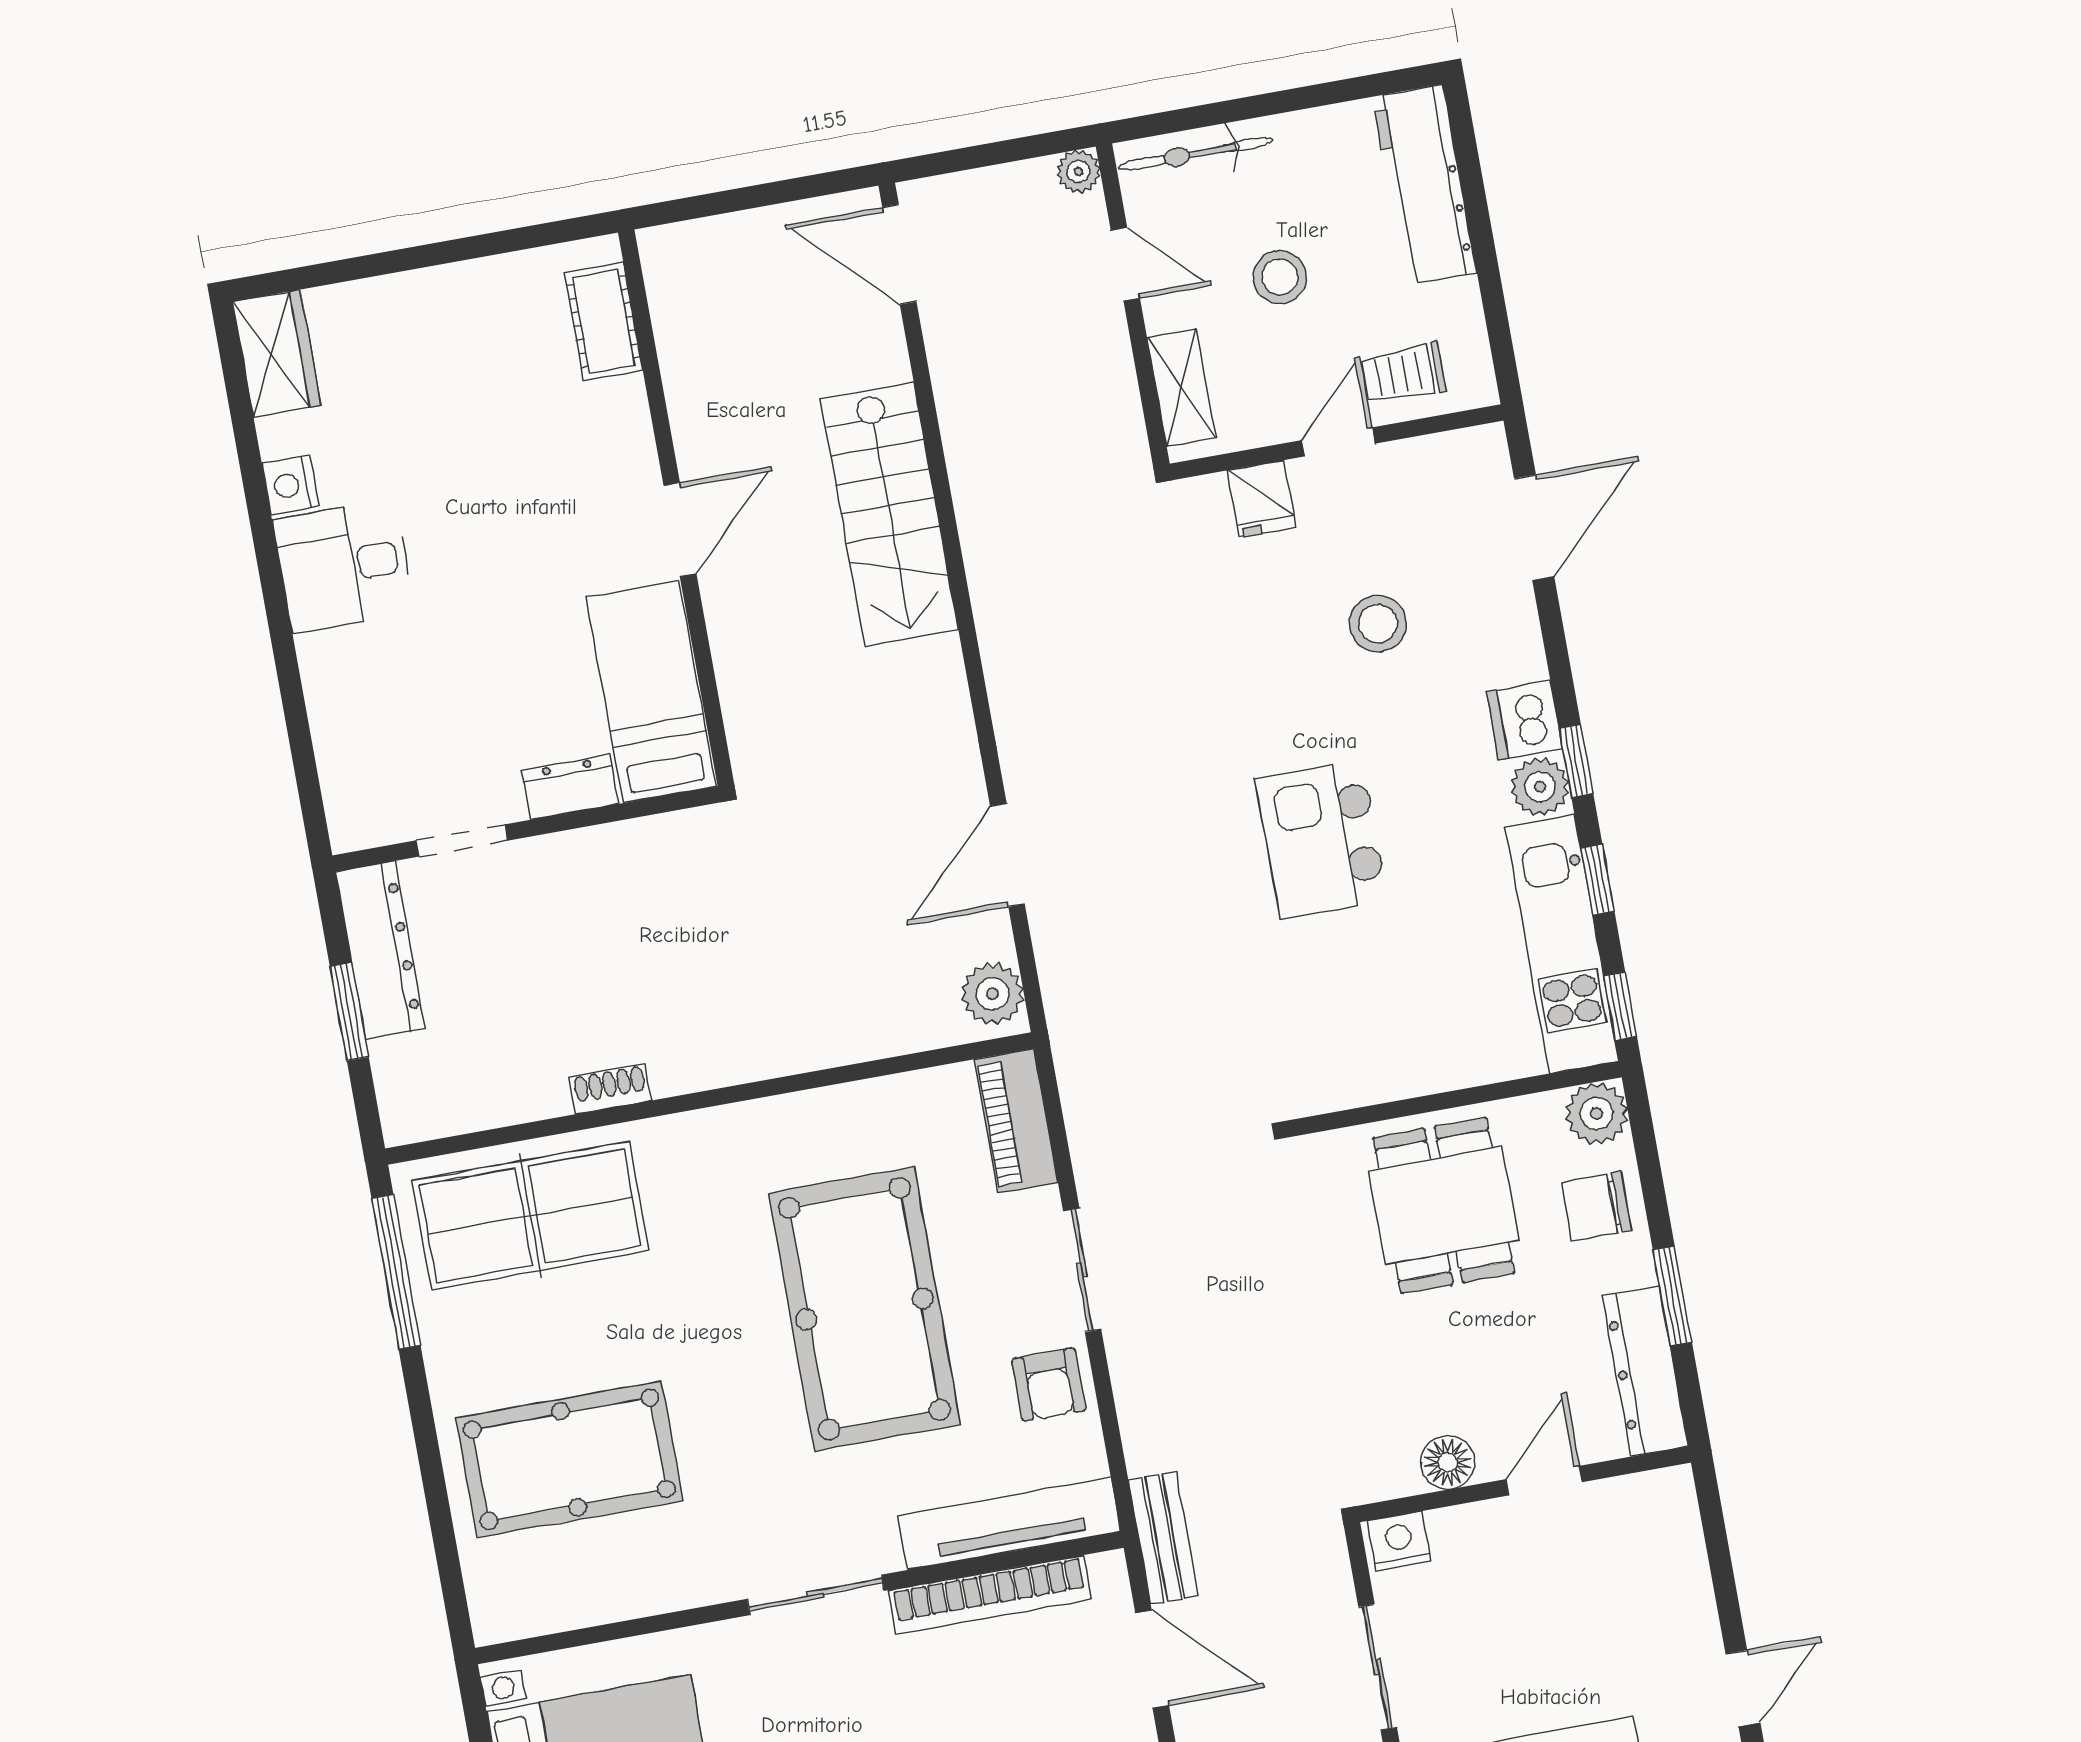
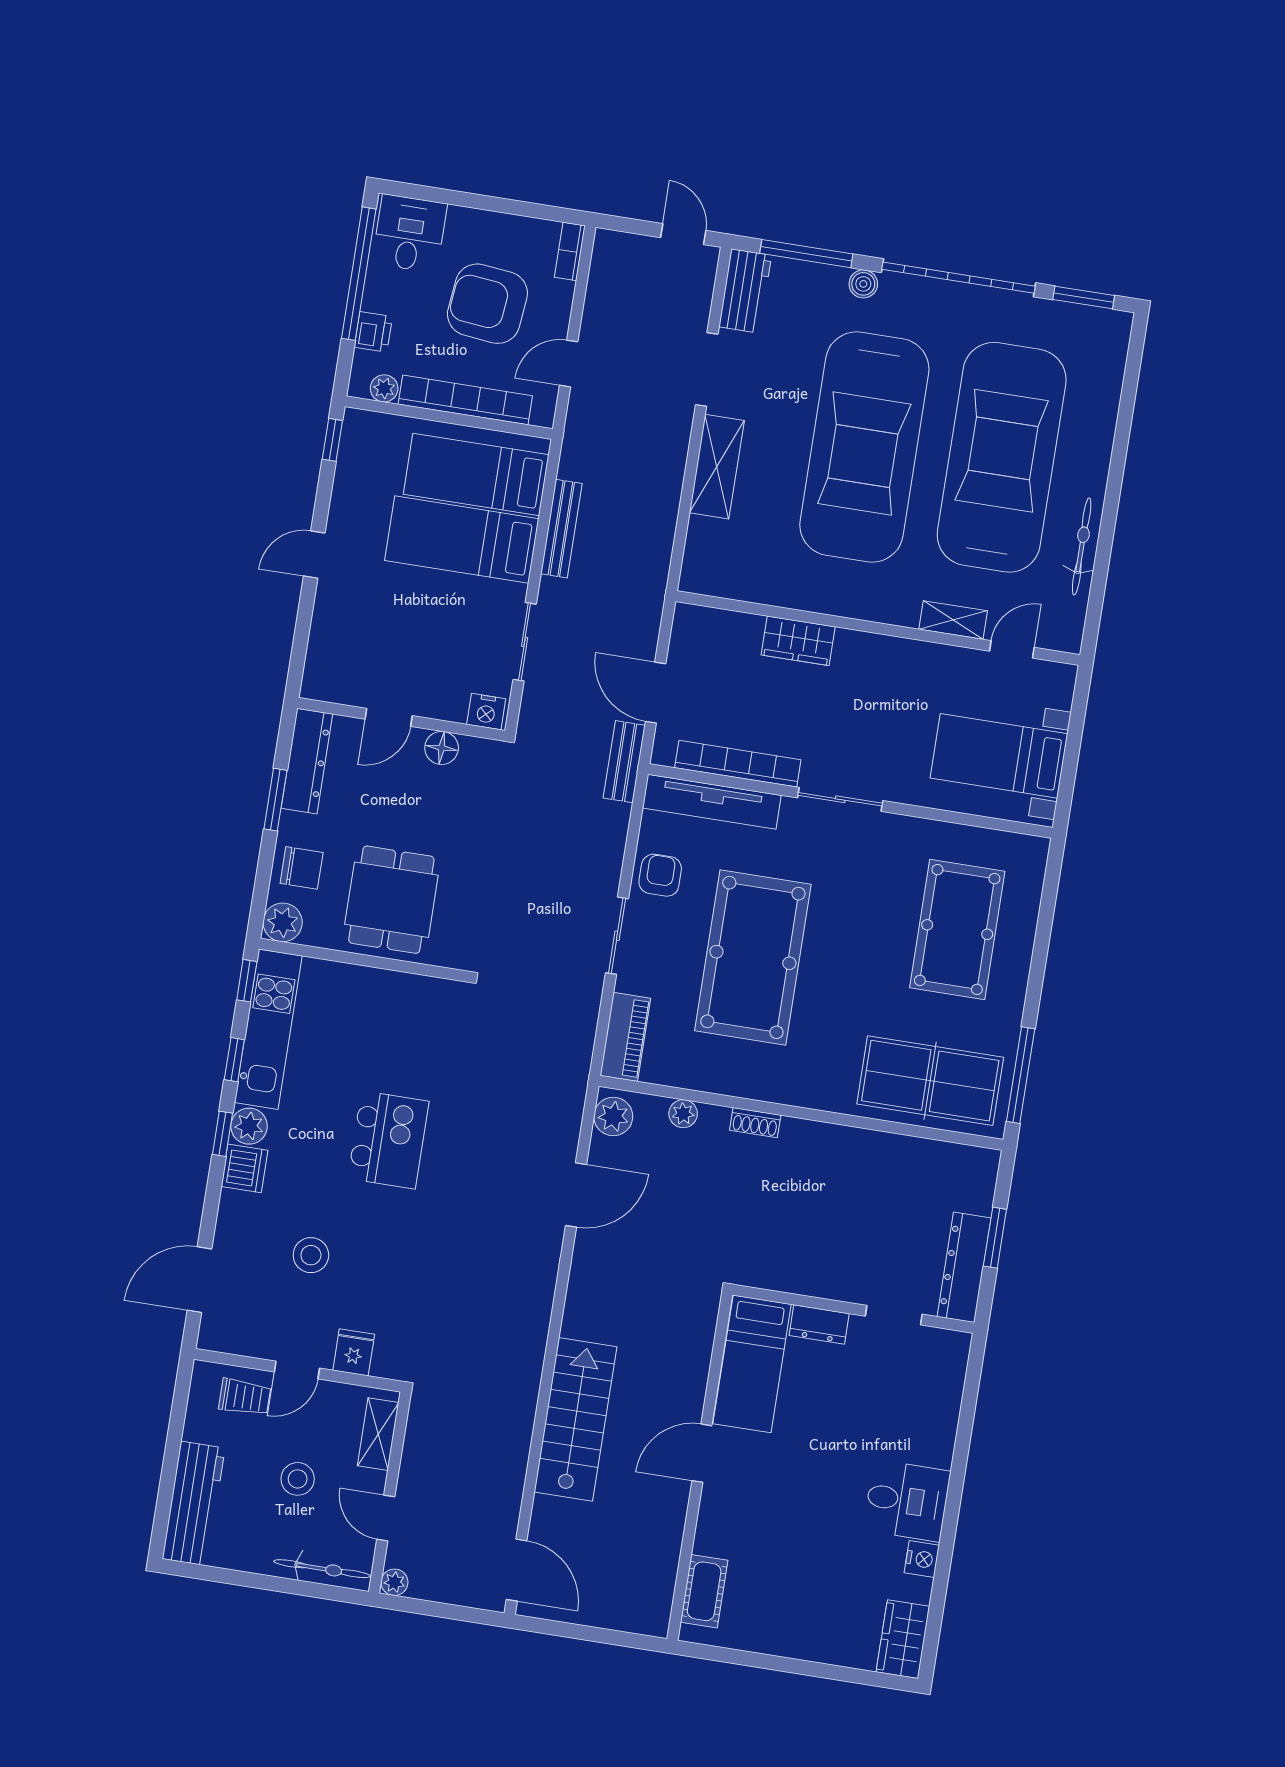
plant: (888, 1035) -> (683, 1114), added
shoe rack: (610, 1089) -> (755, 1123), moved
pool table: (569, 1459) -> (957, 930), turned 90

